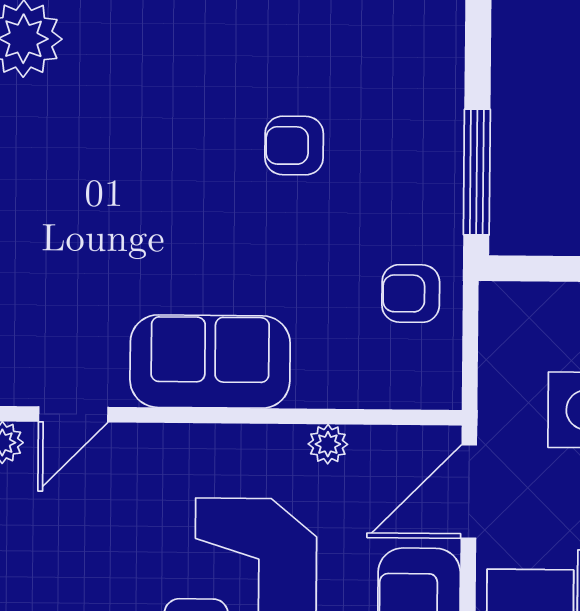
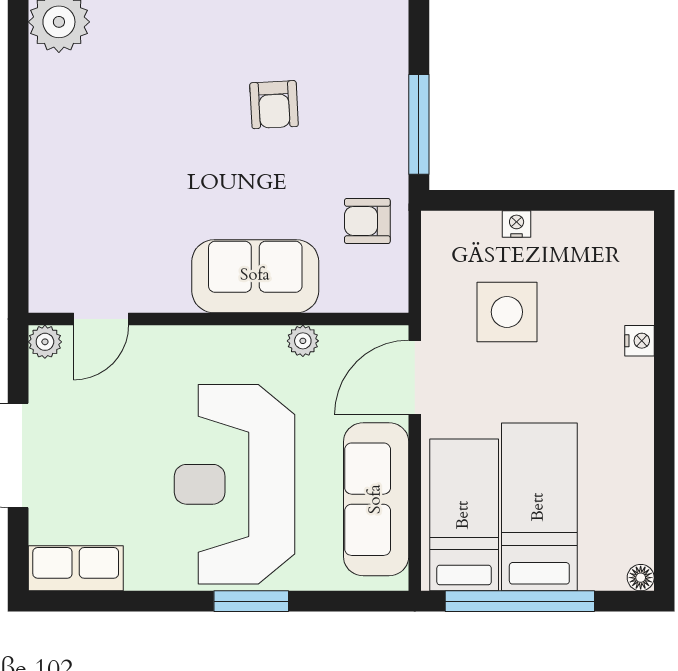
armchair: (294, 146) -> (274, 105), turned -93
sofa: (210, 362) -> (255, 276), moved

